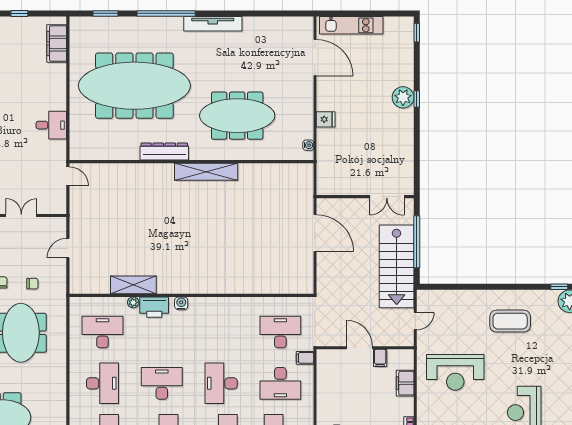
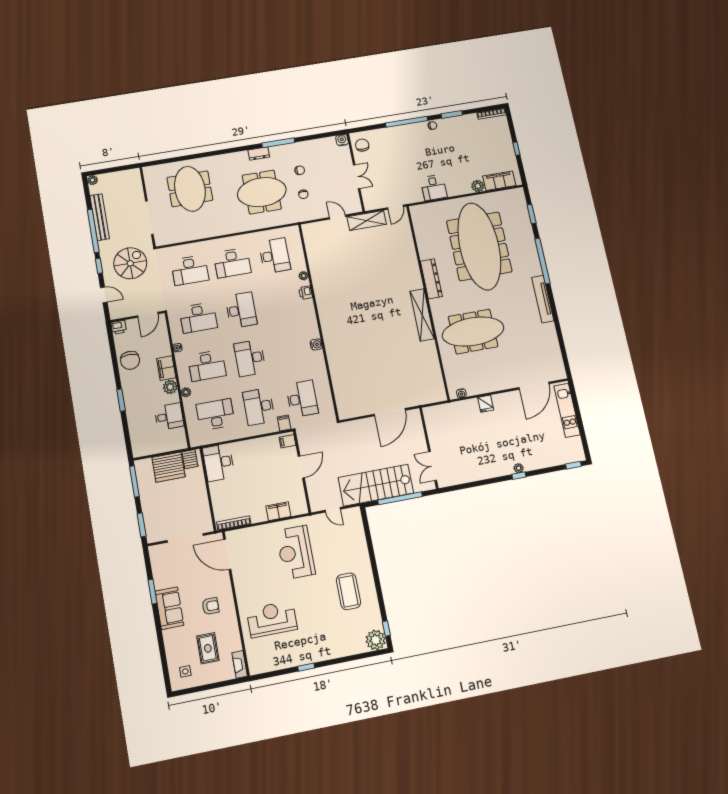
plant: (59, 71) -> (478, 186), added
plant: (403, 97) -> (519, 468), width x0.53, depth x0.53
meeting table: (237, 116) -> (473, 332), turned 90
shelving: (133, 285) -> (367, 221), moved, turned 90
water cooler: (181, 303) -> (316, 344), moved
printer: (154, 307) -> (306, 293), width x0.53, depth x0.68
filing cabinet: (380, 358) -> (288, 441), moved
desk: (221, 383) -> (250, 358), turned -90

